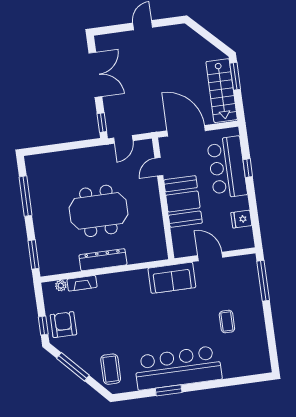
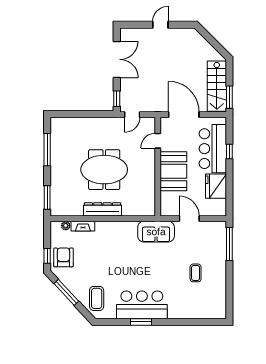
window: (235, 76) -> (229, 97), moved
fridge: (241, 219) -> (216, 186), width x1.88, depth x1.34
bar counter: (178, 368) -> (142, 305), width x0.73

